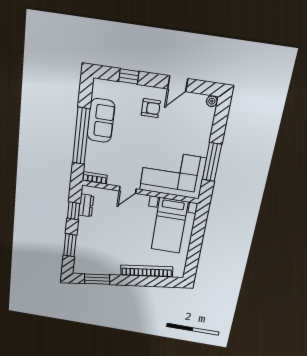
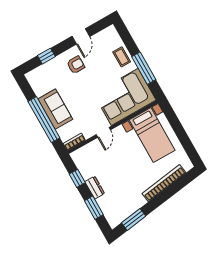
plant: (212, 101) -> (111, 30), removed
sofa: (101, 120) -> (55, 109), moved
coffee table: (200, 135) -> (122, 57), added
dresser: (86, 205) -> (95, 188), moved

